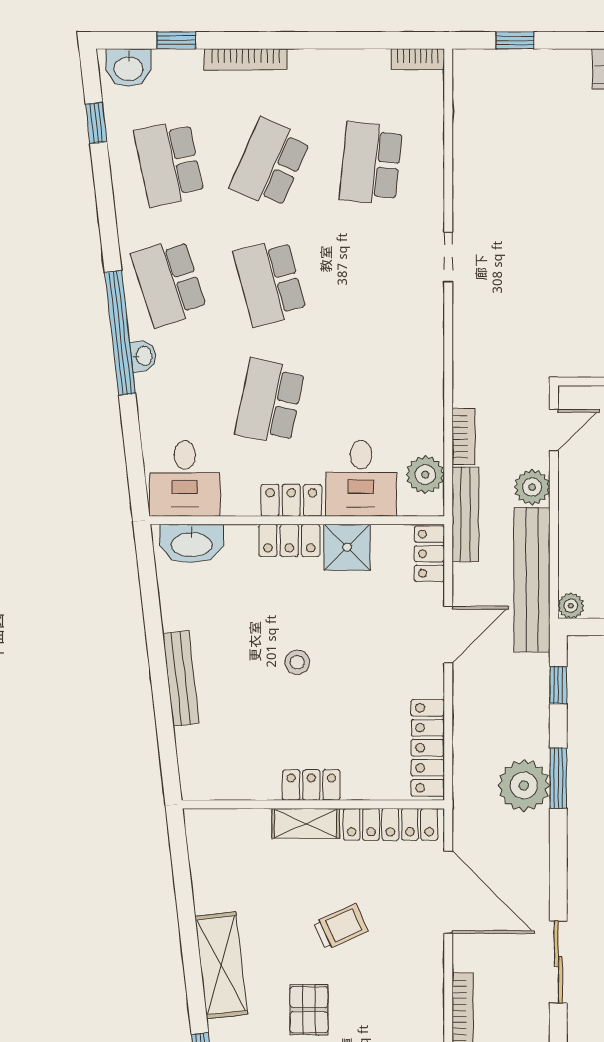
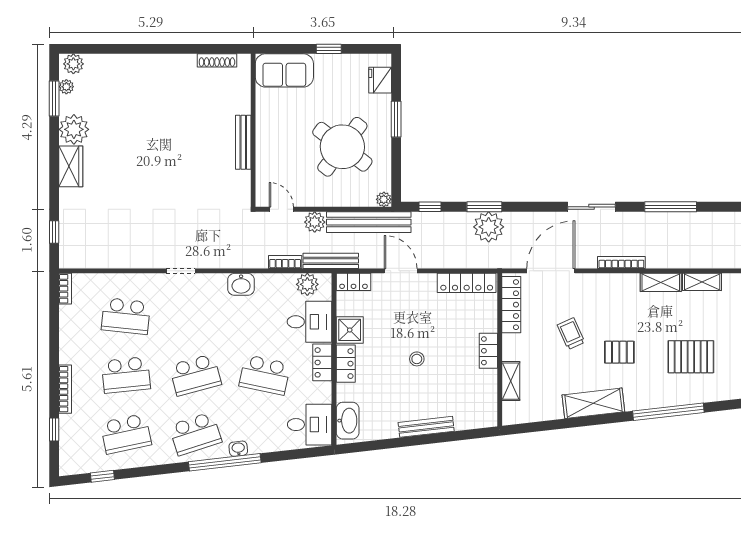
washbasin: (128, 68) -> (241, 284), moved, turned 90
school desk: (270, 163) -> (126, 375), turned -30
shelving: (306, 823) -> (511, 381), moved

